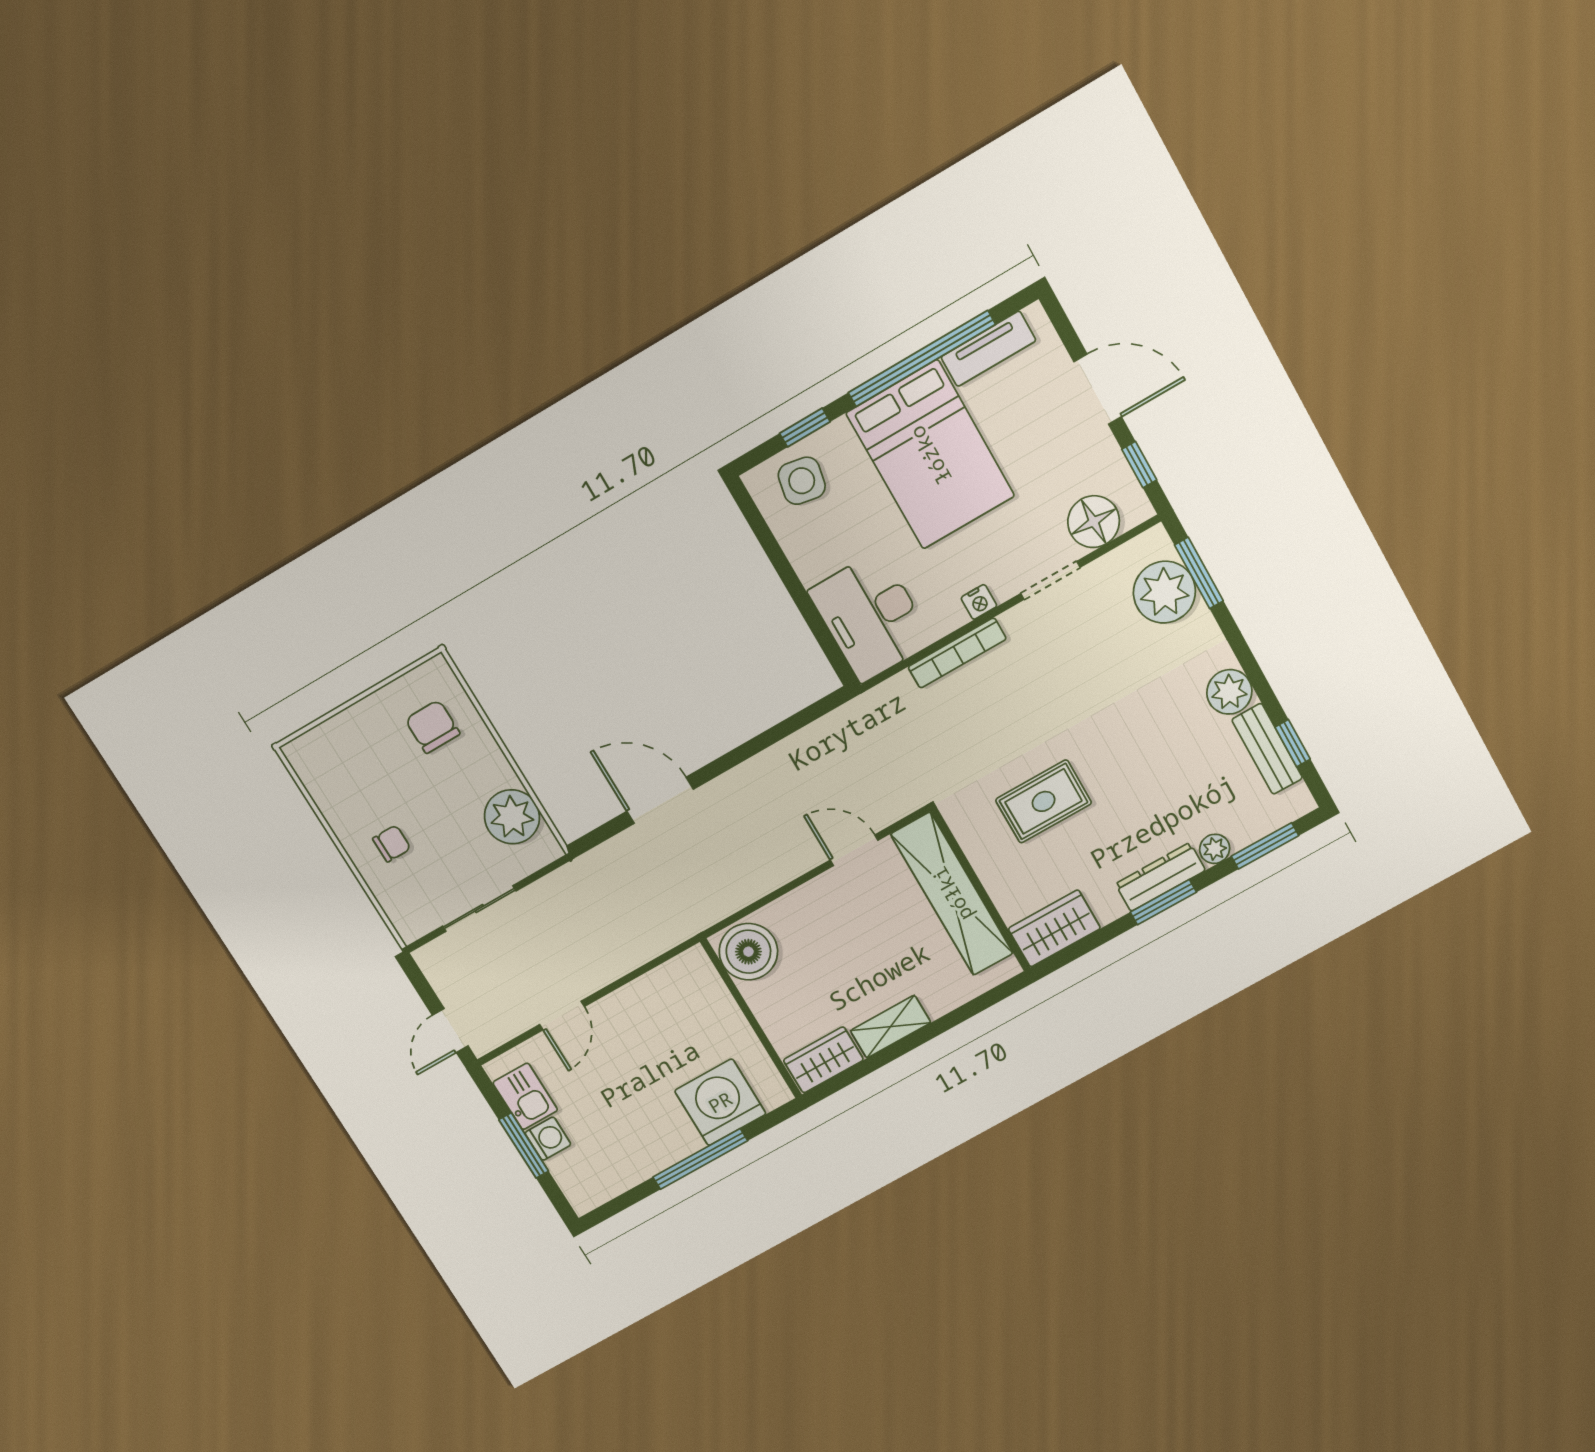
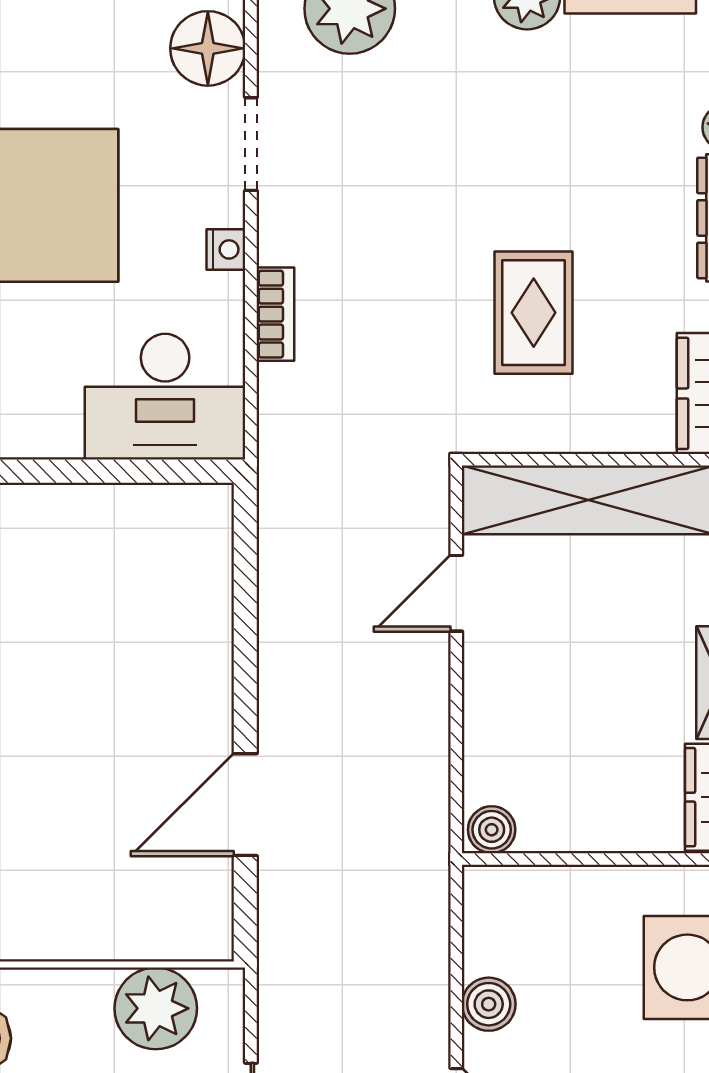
bookcase: (957, 653) -> (275, 314), width x0.64
boiler: (748, 952) -> (492, 830), width x0.54, depth x0.54
boiler: (630, 1001) -> (489, 1004), added

